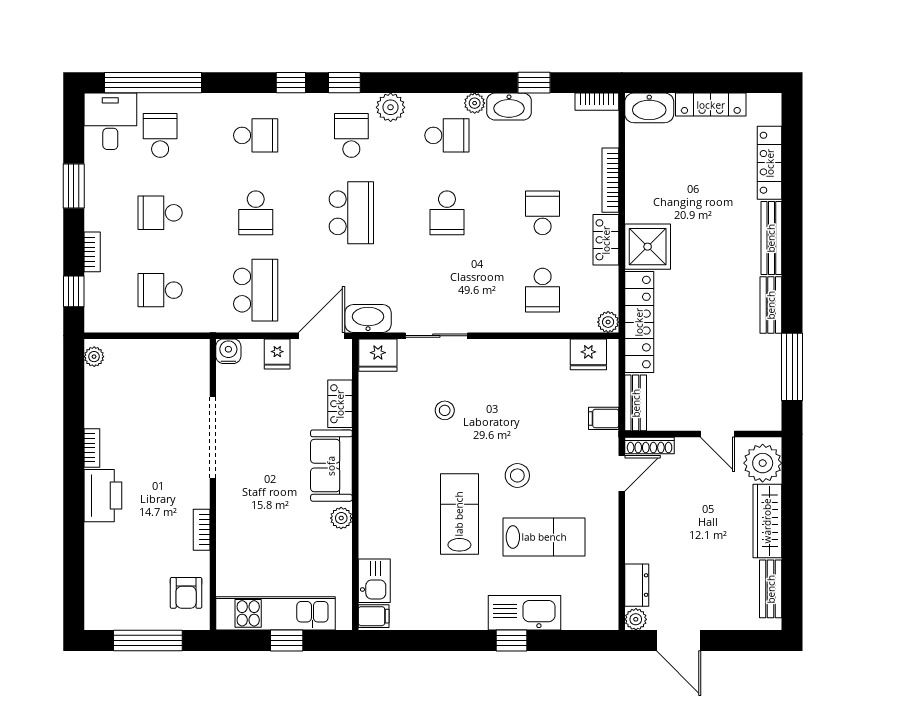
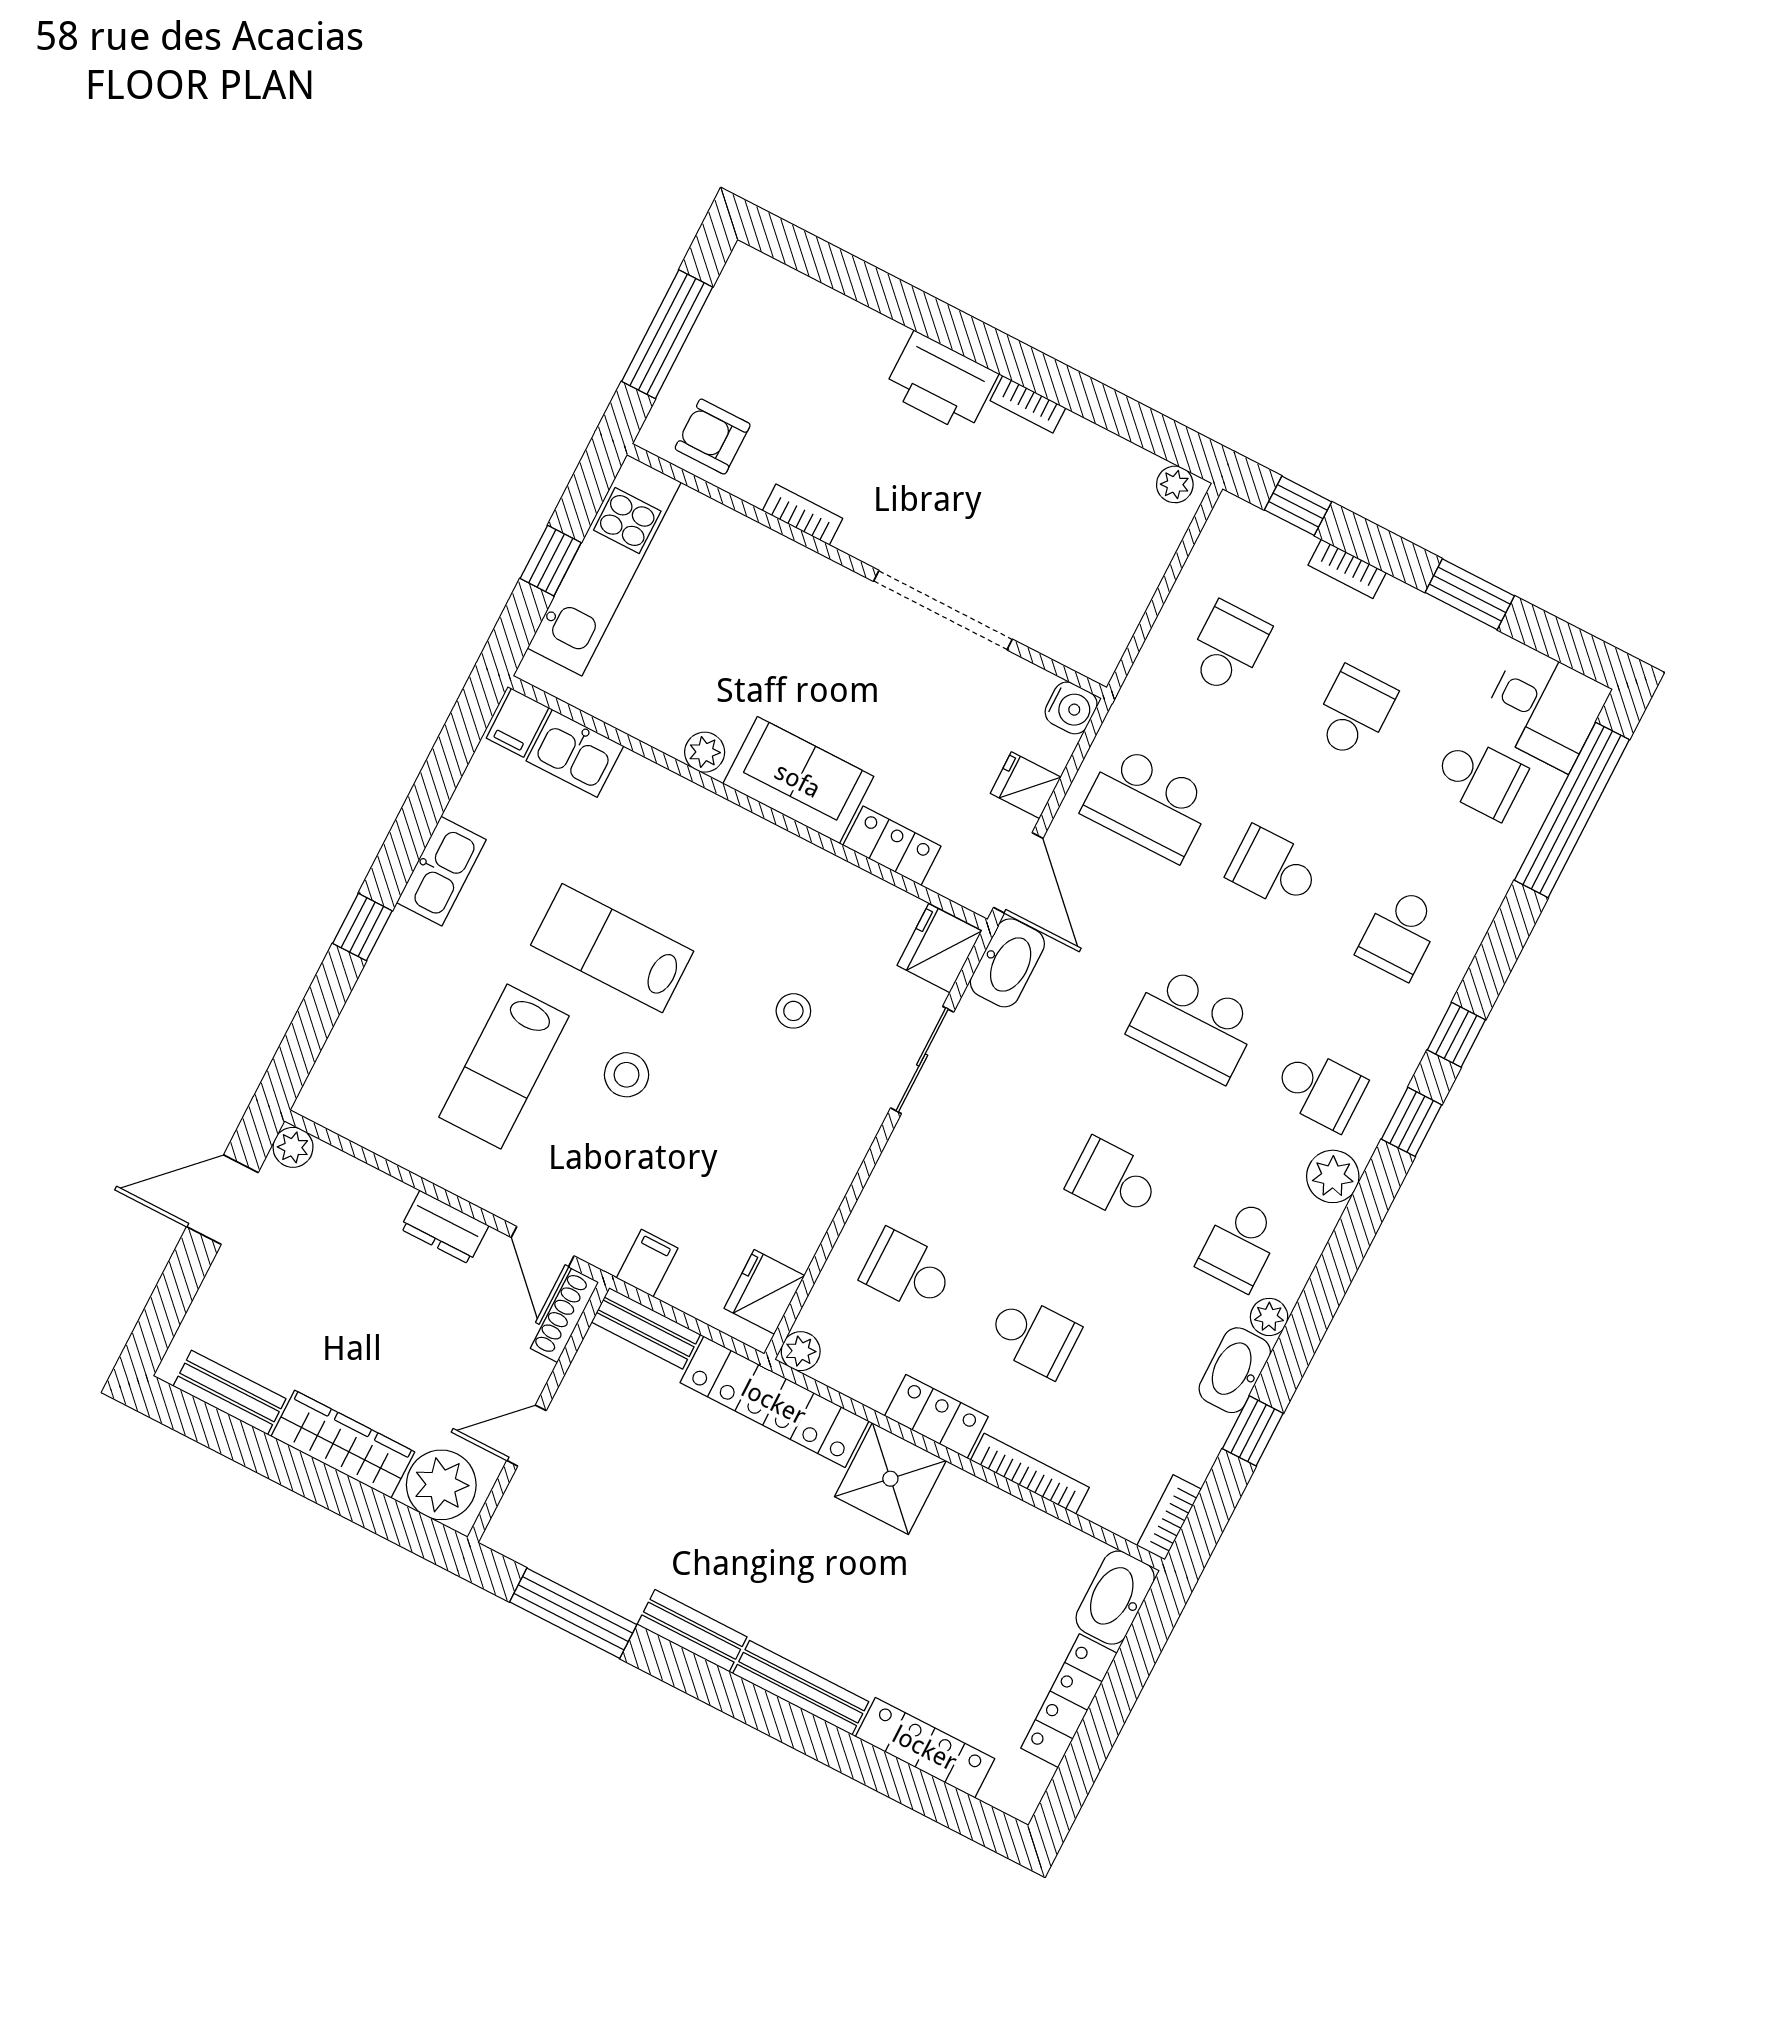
lab bench: (459, 514) -> (612, 948), turned 180
dresser: (637, 585) -> (444, 1227), moved
kitchen sink: (524, 613) -> (441, 871), moved, width x0.73, depth x0.81

